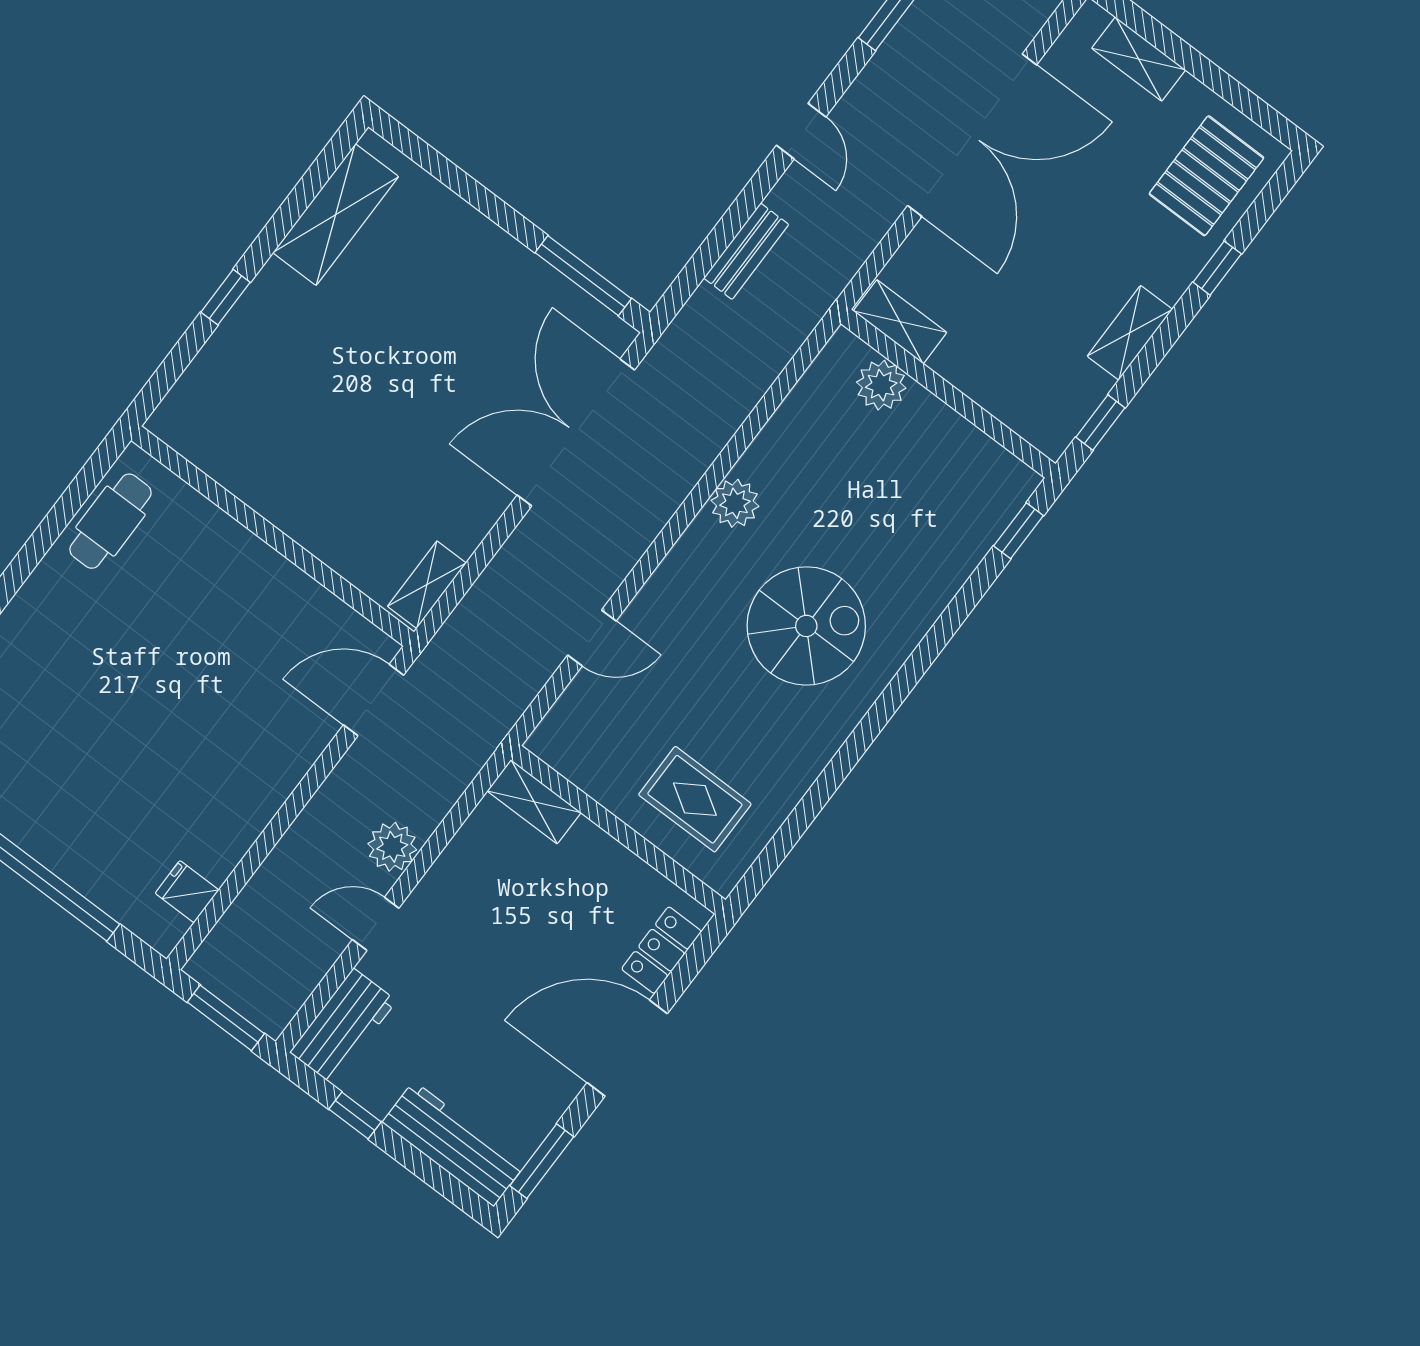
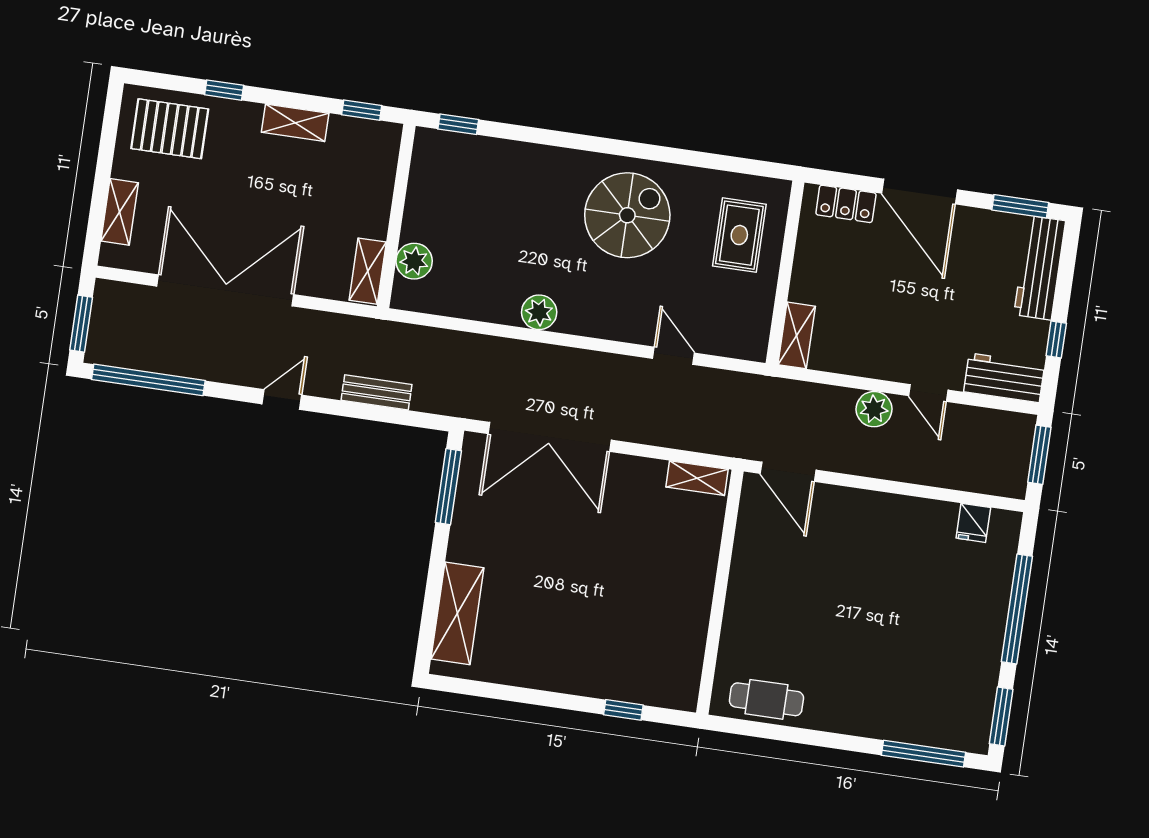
shelving: (336, 215) -> (457, 613), moved, turned 90
window: (226, 297) -> (623, 710), moved
spiral stairs: (806, 626) -> (627, 215), moved, turned 90

